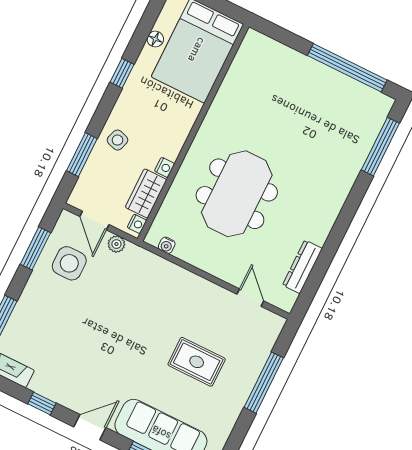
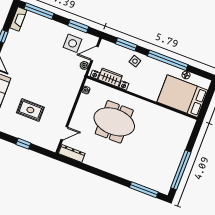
window: (122, 73) -> (168, 60), width x3.17
dresser: (302, 267) -> (72, 153), moved
rug: (197, 362) -> (30, 110), turned 90
window: (264, 383) -> (23, 144), width x0.46

